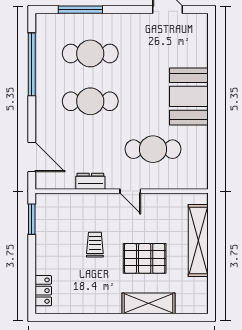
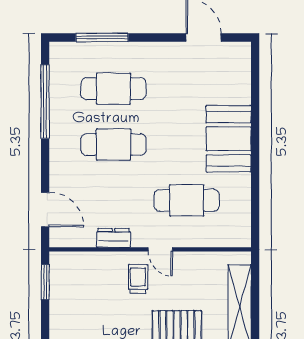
trolley: (95, 245) -> (138, 279), moved

